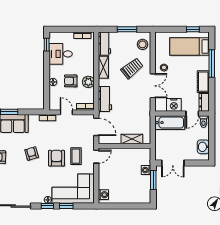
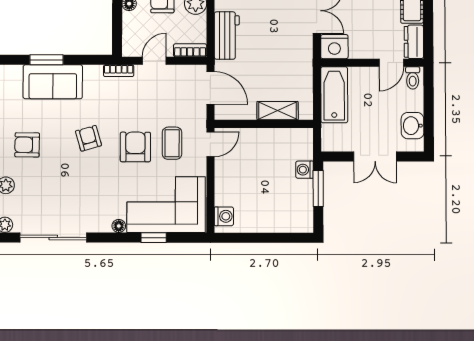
nightstand: (174, 105) -> (334, 47), moved
door: (66, 112) -> (154, 61), hinge flipped
bathtub: (170, 123) -> (334, 95), moved, turned -90
double door: (173, 163) -> (375, 156), moved
window: (47, 206) -> (118, 238), removed

